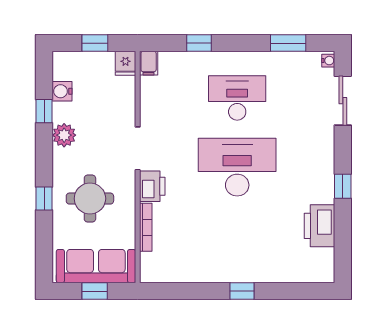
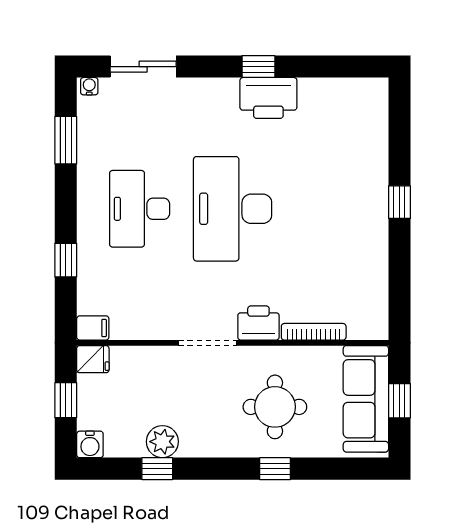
water cooler: (62, 91) -> (90, 444), moved
plant: (64, 135) -> (162, 442), moved
printer: (320, 226) -> (268, 98), moved

